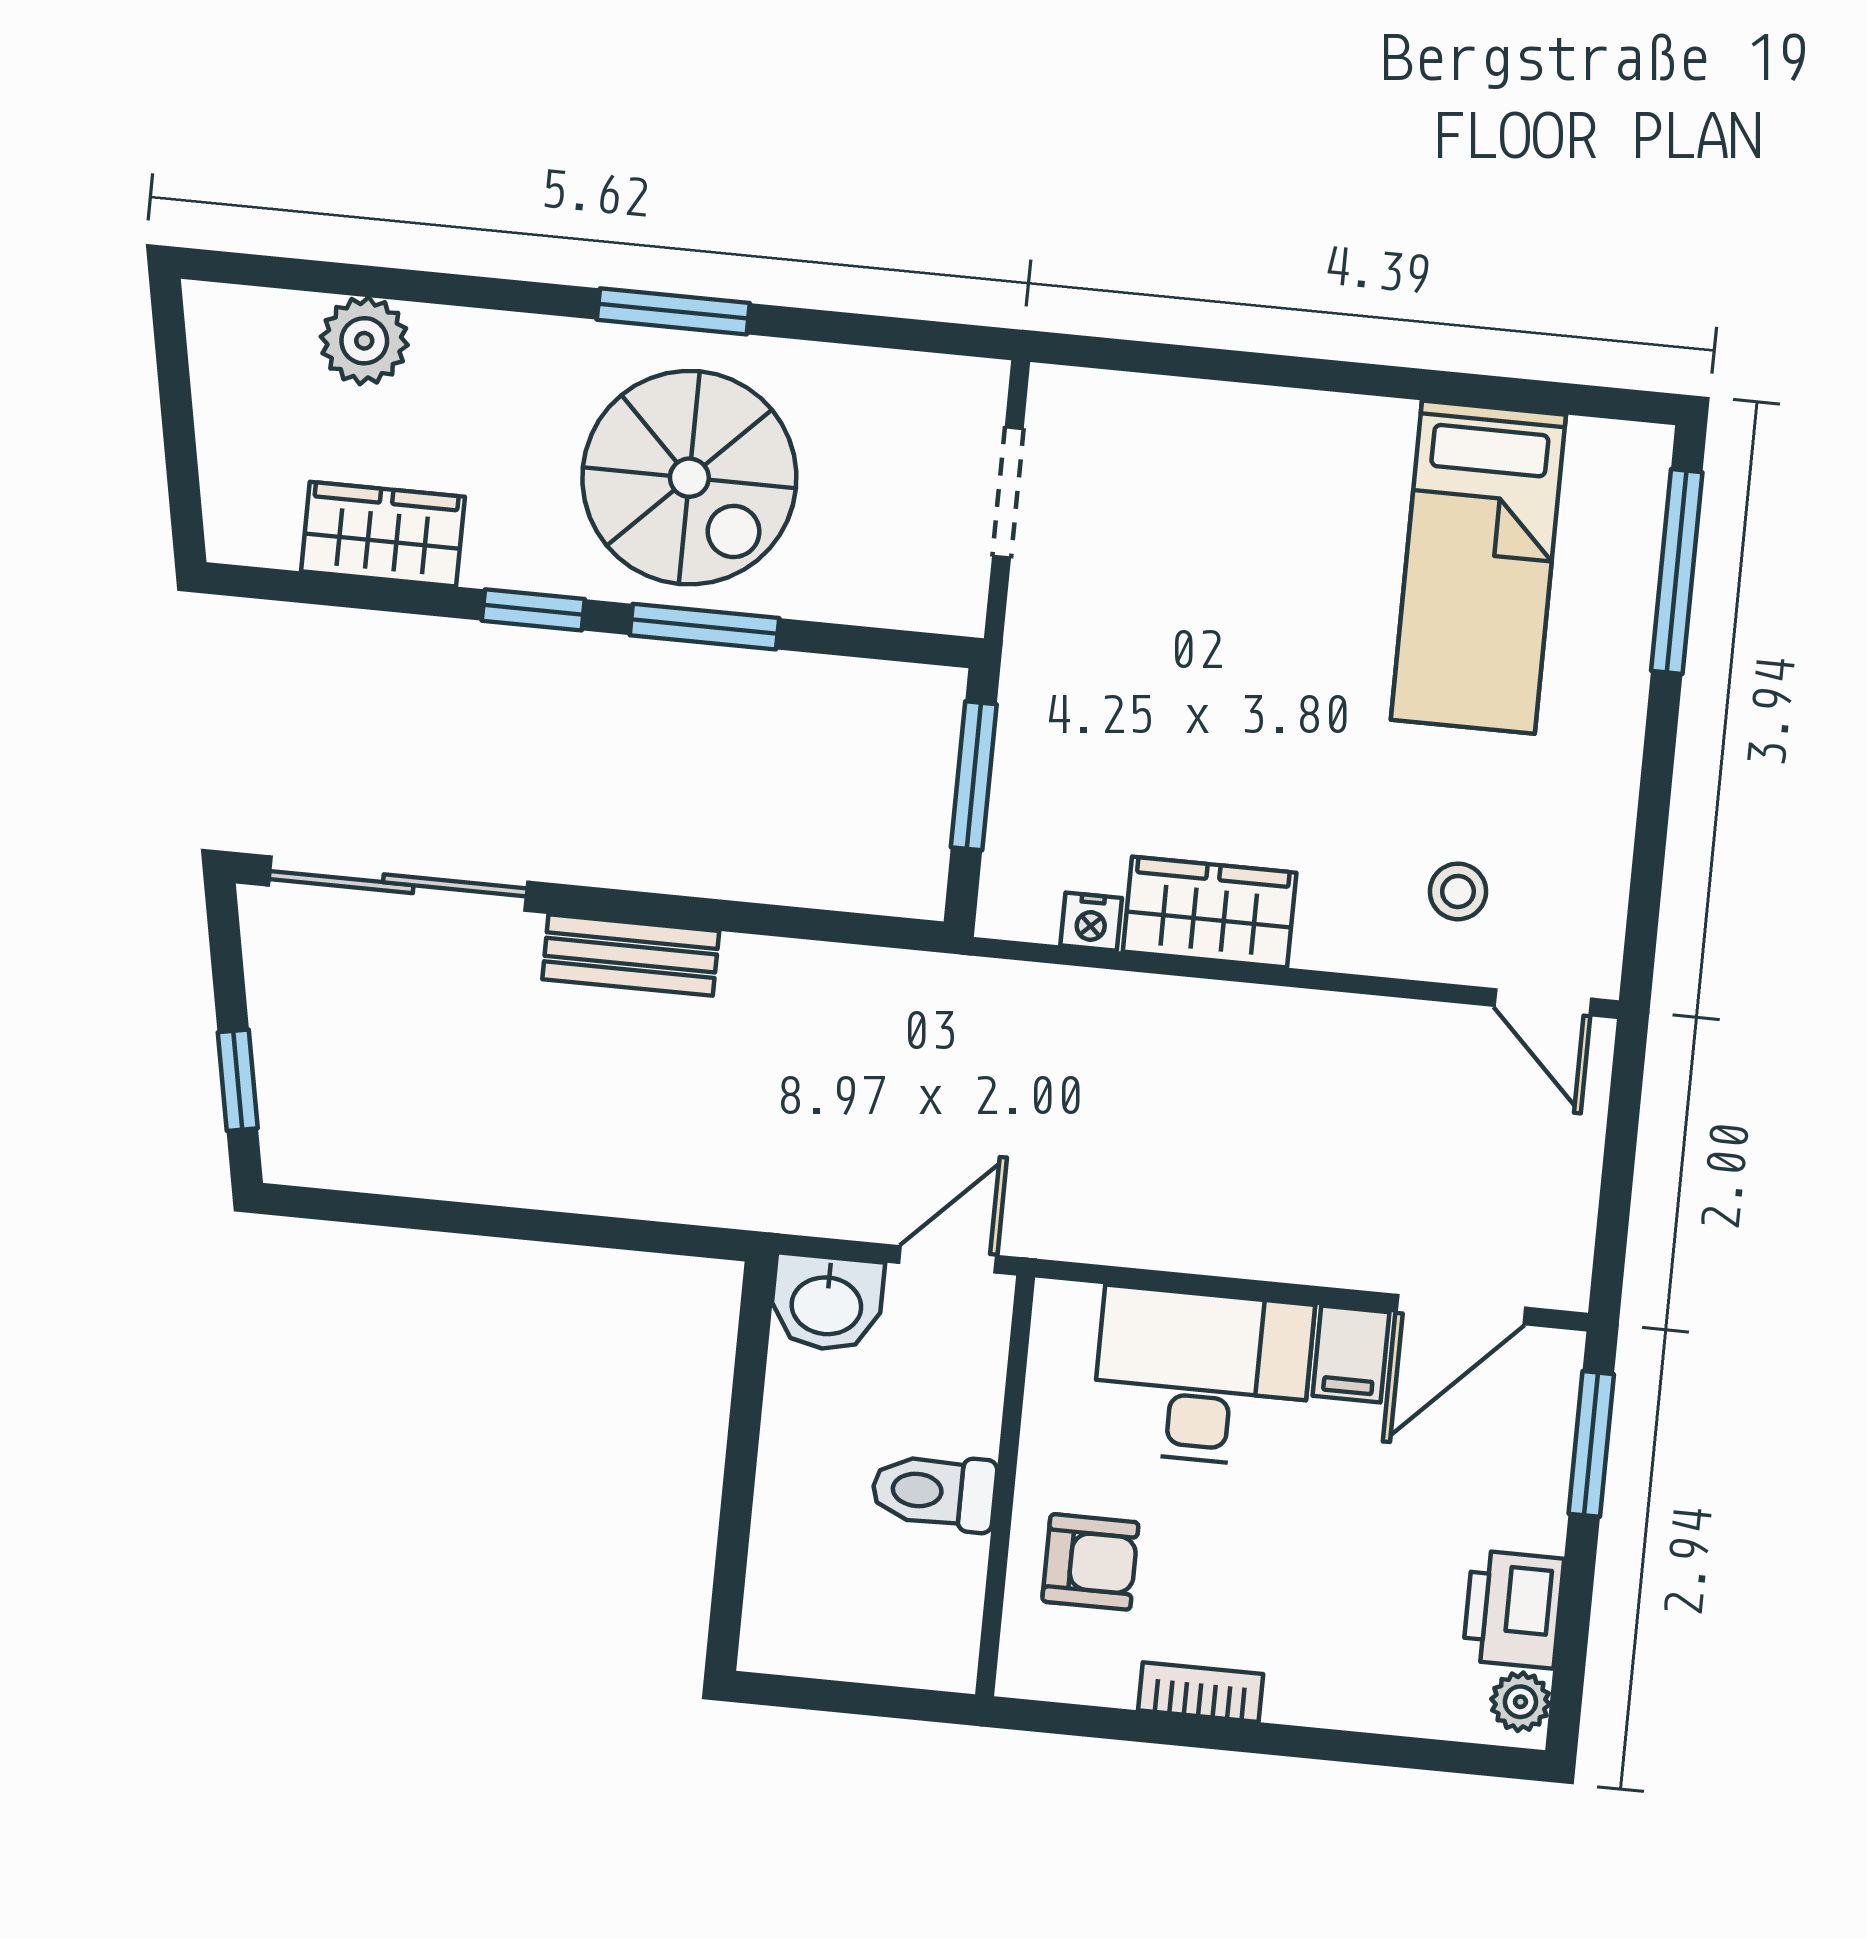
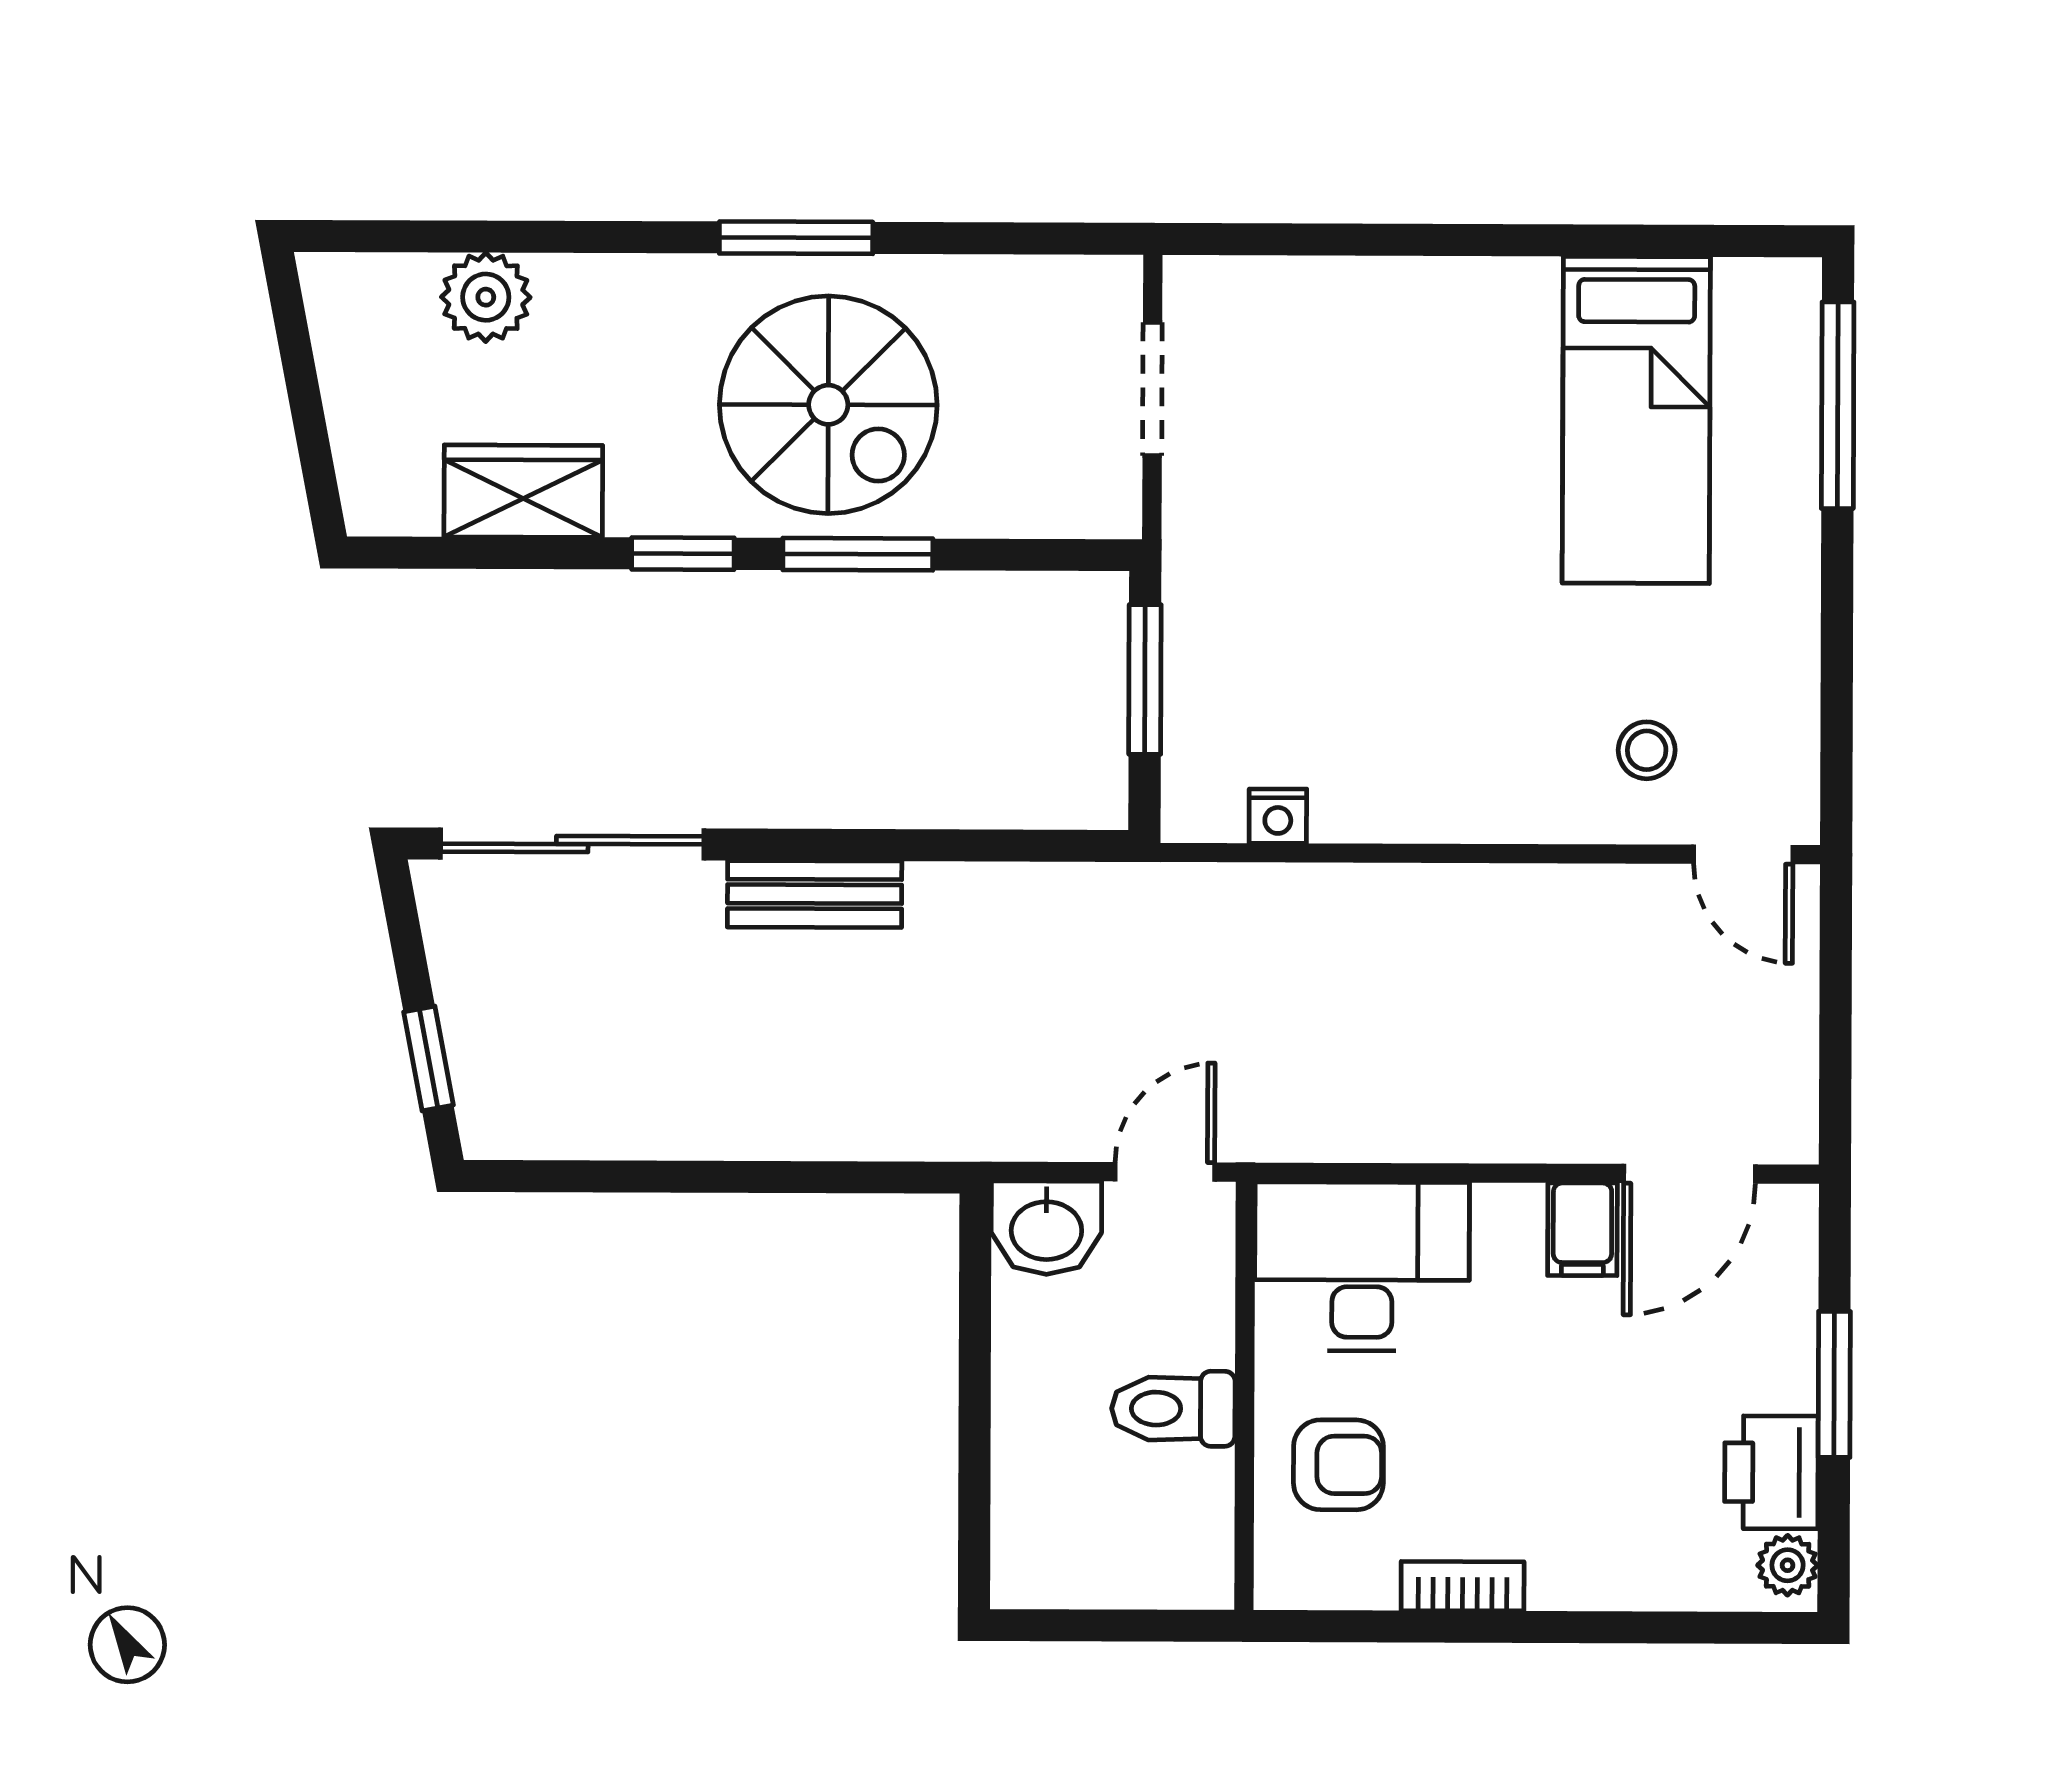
wardrobe: (1210, 912) -> (1397, 795), removed
desk: (1202, 1377) -> (1362, 1266), moved
window: (1591, 1444) -> (1834, 1384), moved

